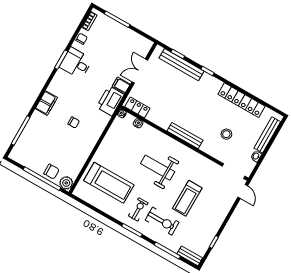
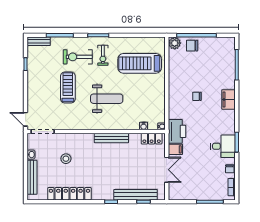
bench: (185, 136) -> (111, 138), moved

